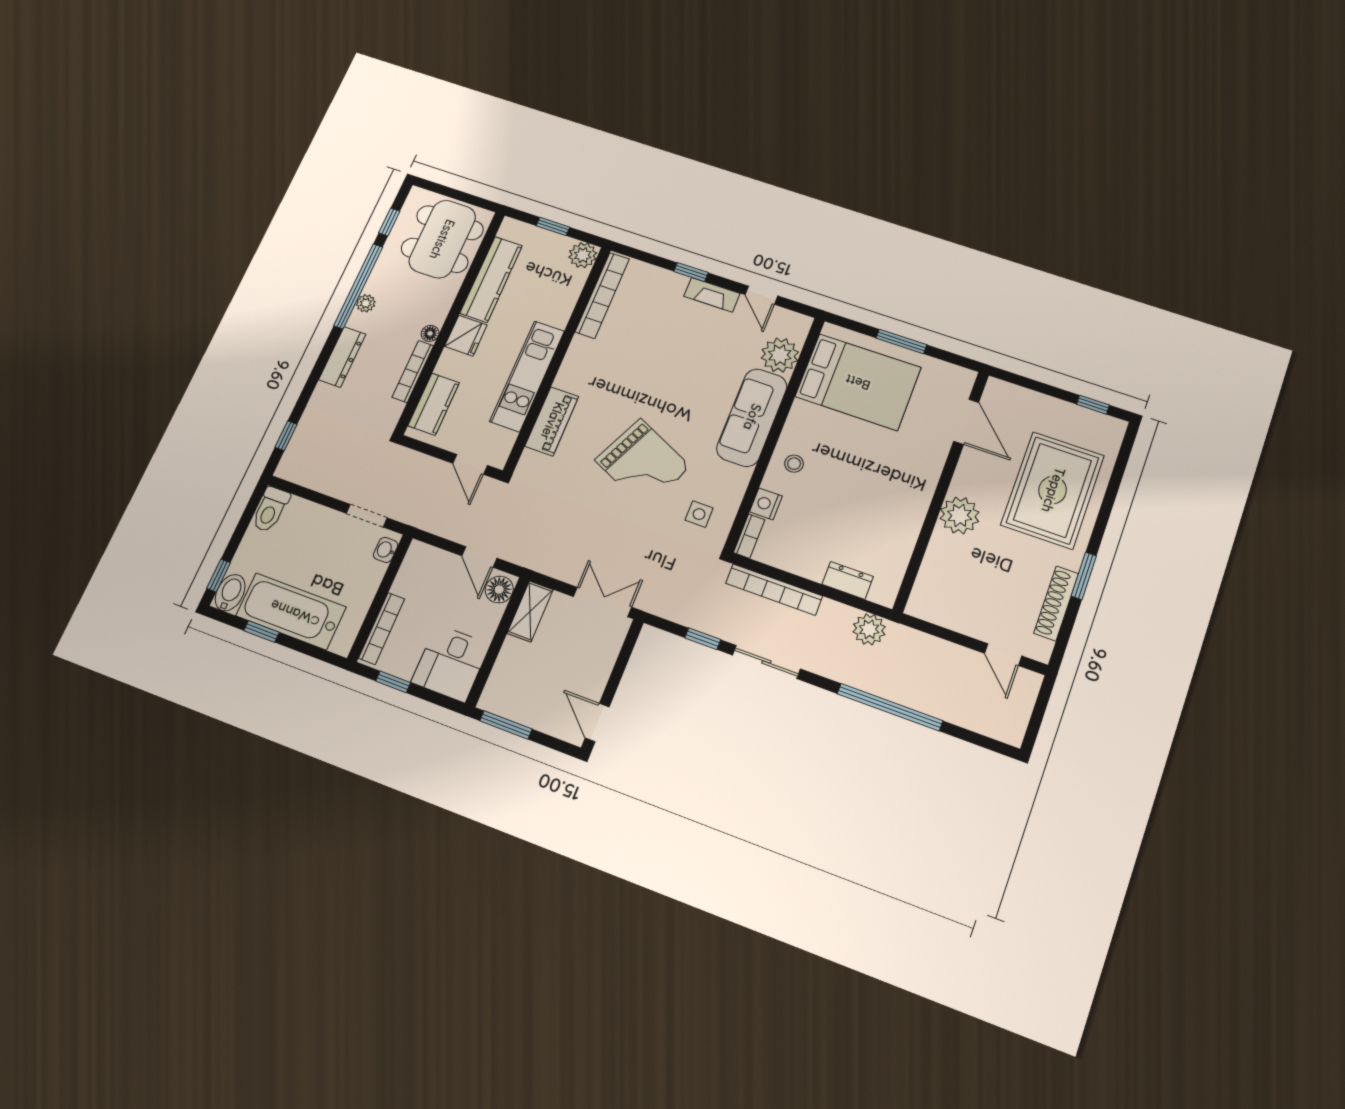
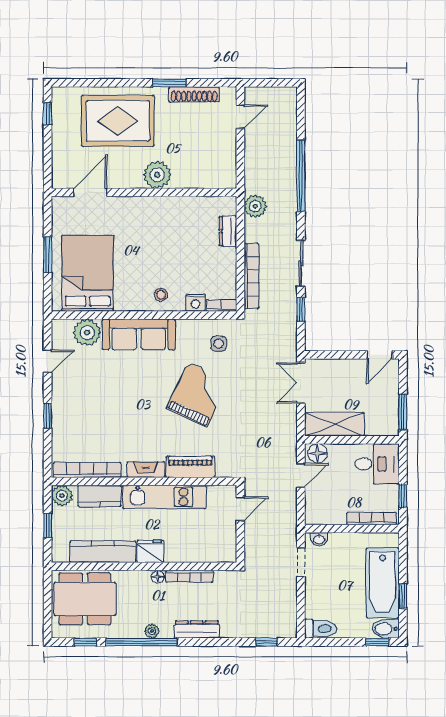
fireplace: (712, 295) -> (146, 470), moved, turned -90
kitchen counter: (434, 404) -> (100, 496), moved, turned 180
shelving: (530, 611) -> (334, 424), width x1.50, depth x1.33

